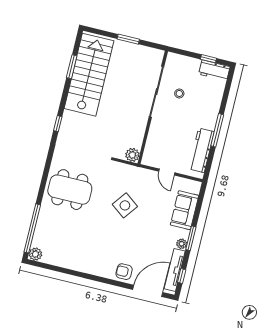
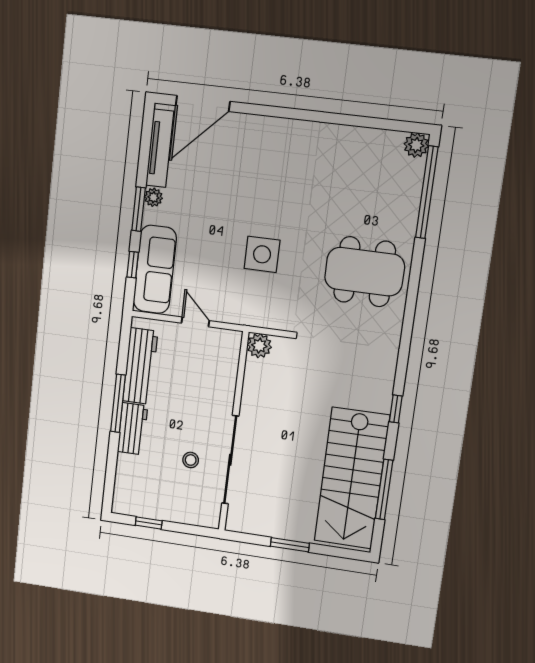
window: (72, 67) -> (384, 489), width x1.44
workbench: (214, 70) -> (133, 429), moved, turned 90
window: (58, 124) -> (396, 409), moved
side table: (125, 205) -> (262, 254), turned -37
sofa: (184, 210) -> (155, 269), width x1.36
armchair: (124, 272) -> (250, 133), removed
window: (182, 276) -> (133, 265), moved

